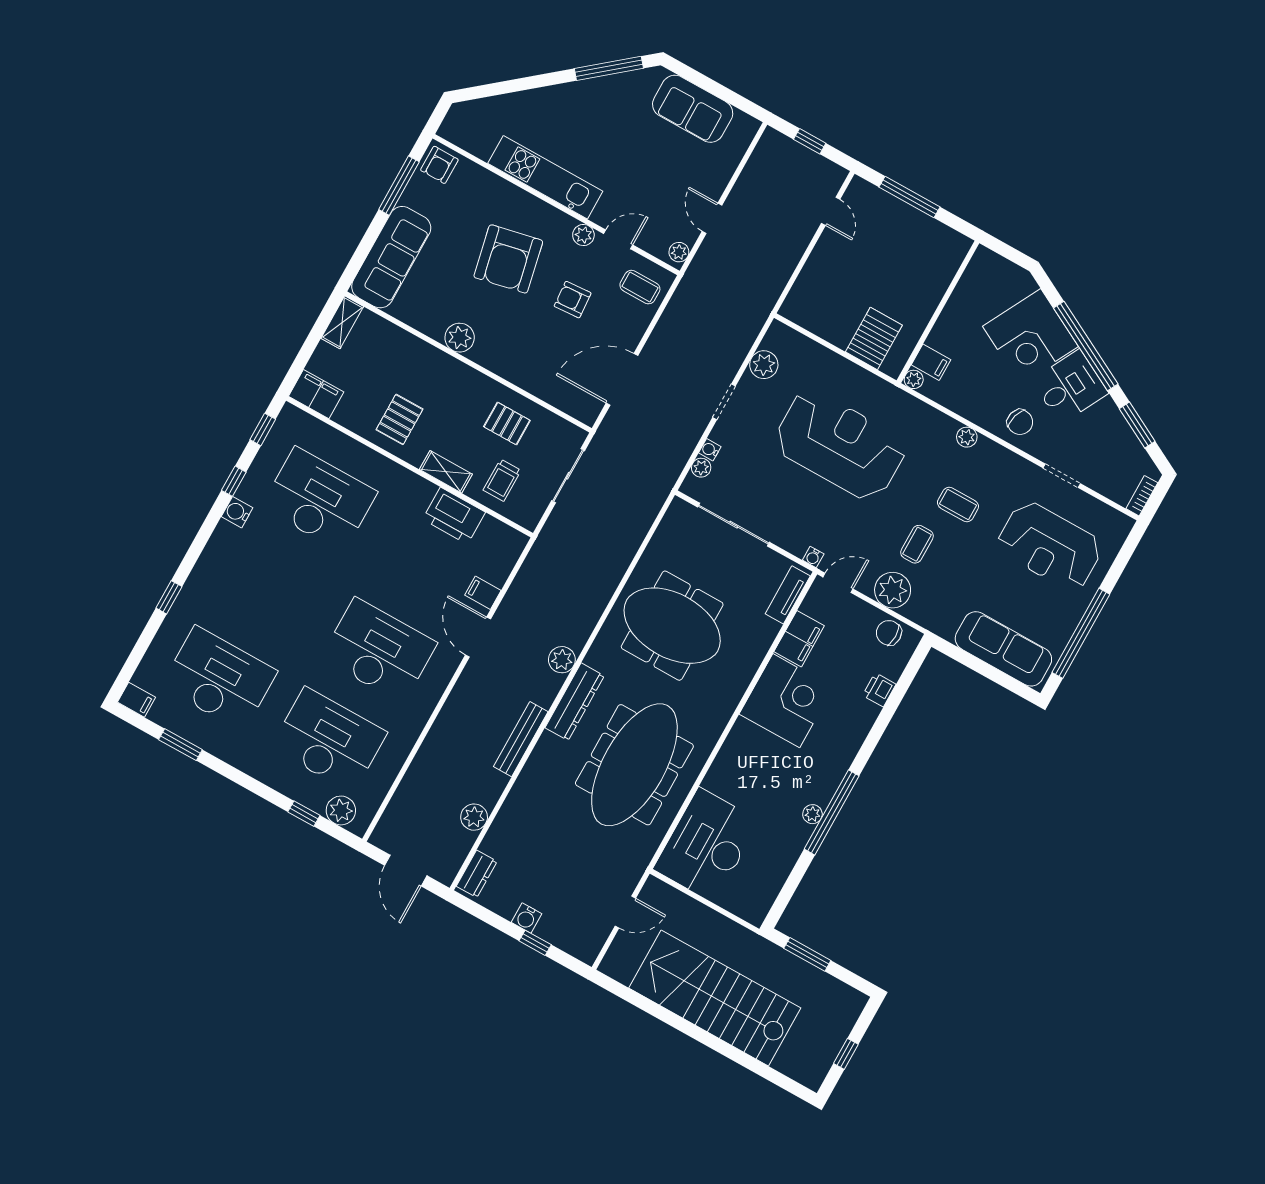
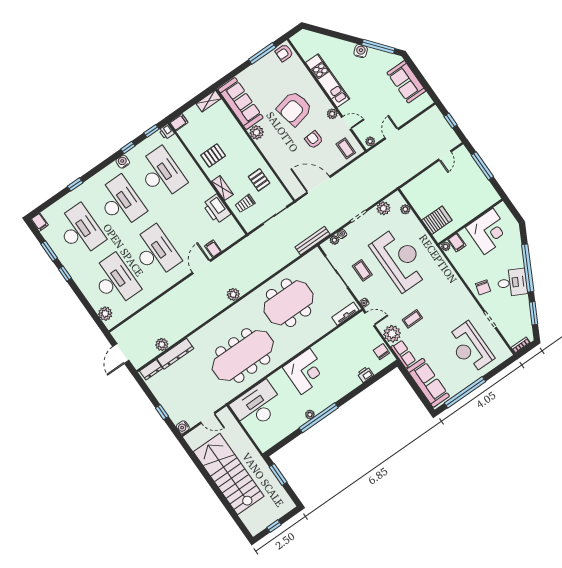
water cooler: (580, 93) -> (361, 51), added
sofa: (391, 257) -> (241, 103), moved, turned -90
corner desk: (1031, 336) -> (489, 231), moved, turned -118
filing cabinet: (316, 394) -> (179, 122), width x0.50
printer: (291, 417) -> (167, 132), added
plant: (967, 437) -> (405, 209), moved
coffee table: (958, 504) -> (362, 270), moved
desk: (269, 589) -> (121, 202), added
row of seats: (932, 617) -> (403, 354), added
meeting table: (672, 626) -> (289, 303), turned 90
filing cabinet: (799, 639) -> (341, 335), removed
corner desk: (786, 701) -> (306, 371), moved
dresser: (575, 702) -> (175, 354), moved
bench: (521, 739) -> (313, 241), moved
window: (304, 814) -> (65, 274), moved
water cooler: (527, 918) -> (183, 427), moved

